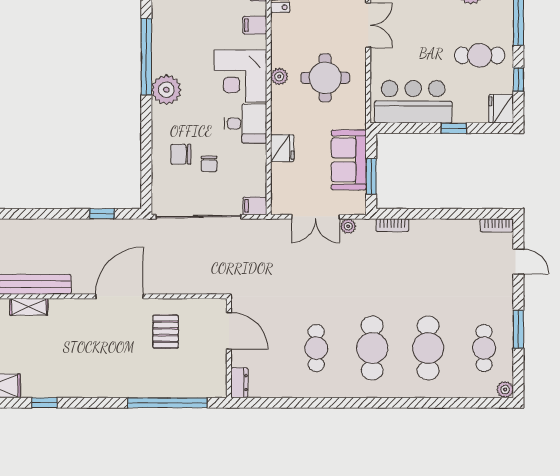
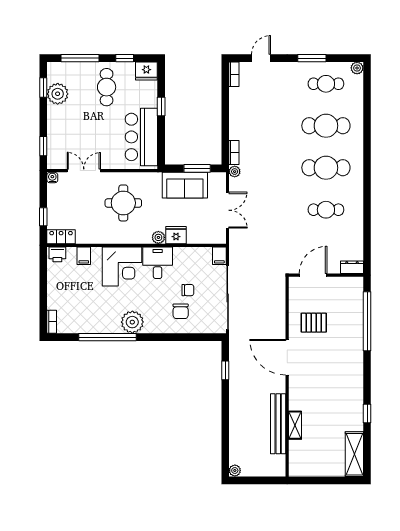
plant: (279, 76) -> (158, 237), moved
plant: (348, 226) -> (235, 172), moved

